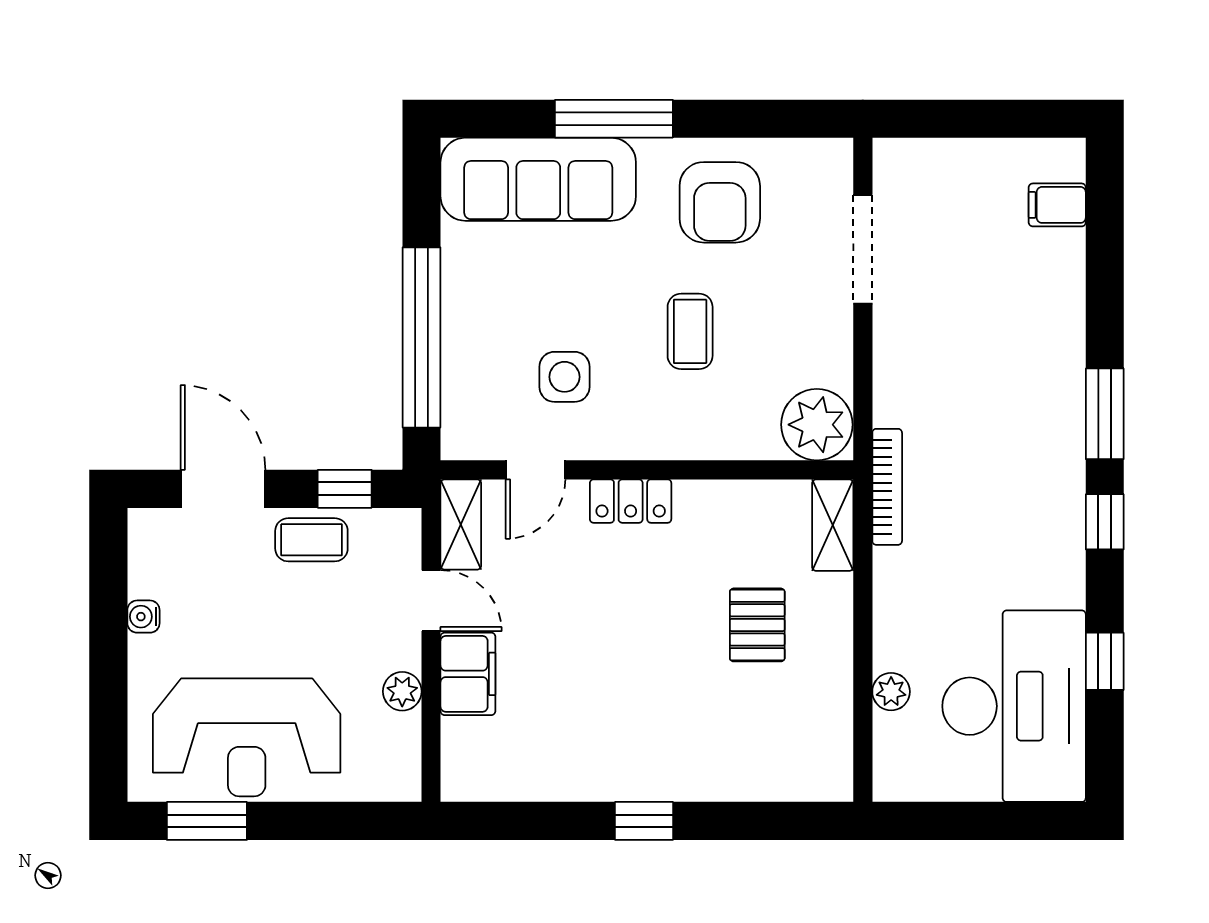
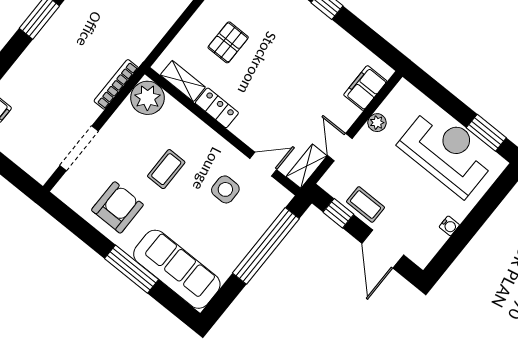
bookcase: (887, 487) -> (116, 84), moved
locker: (631, 501) -> (217, 108), moved
shelving: (833, 525) -> (183, 81), moved, turned 90
filing cabinet: (468, 674) -> (365, 88), moved

